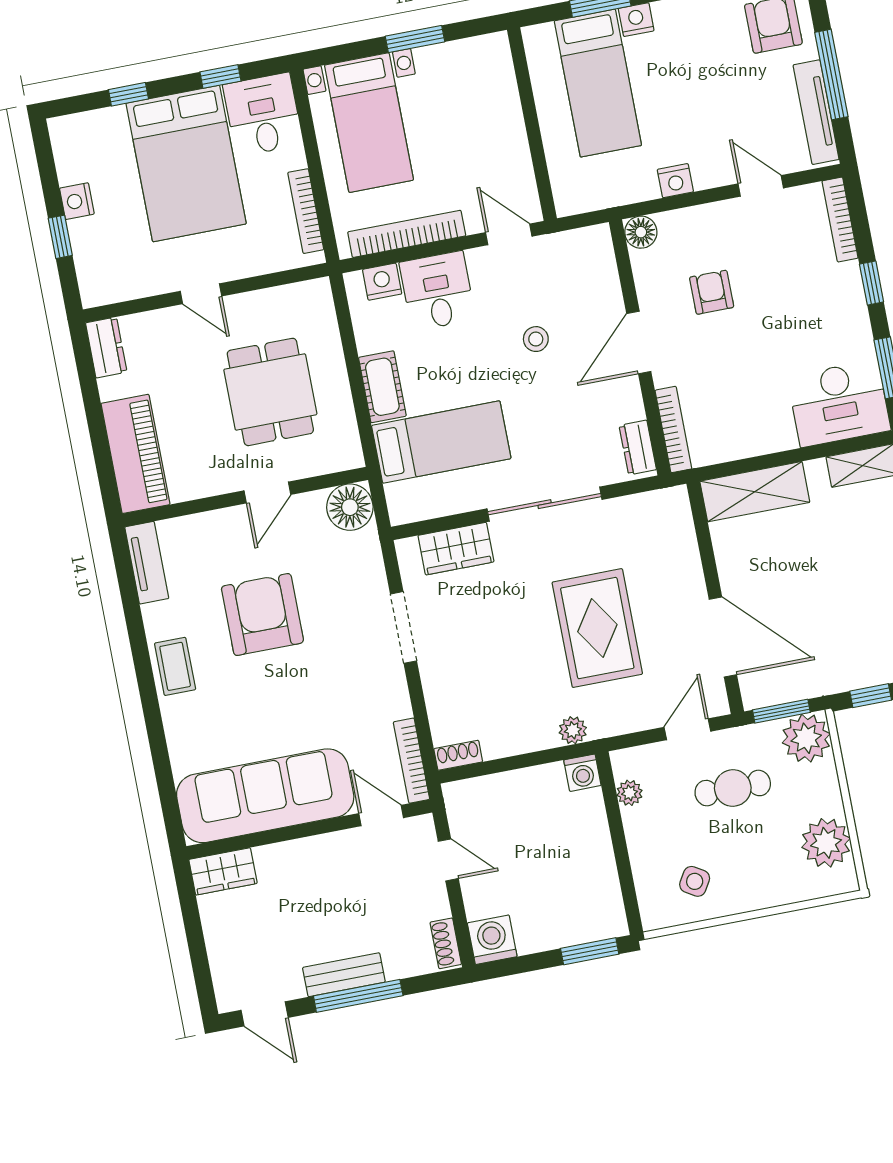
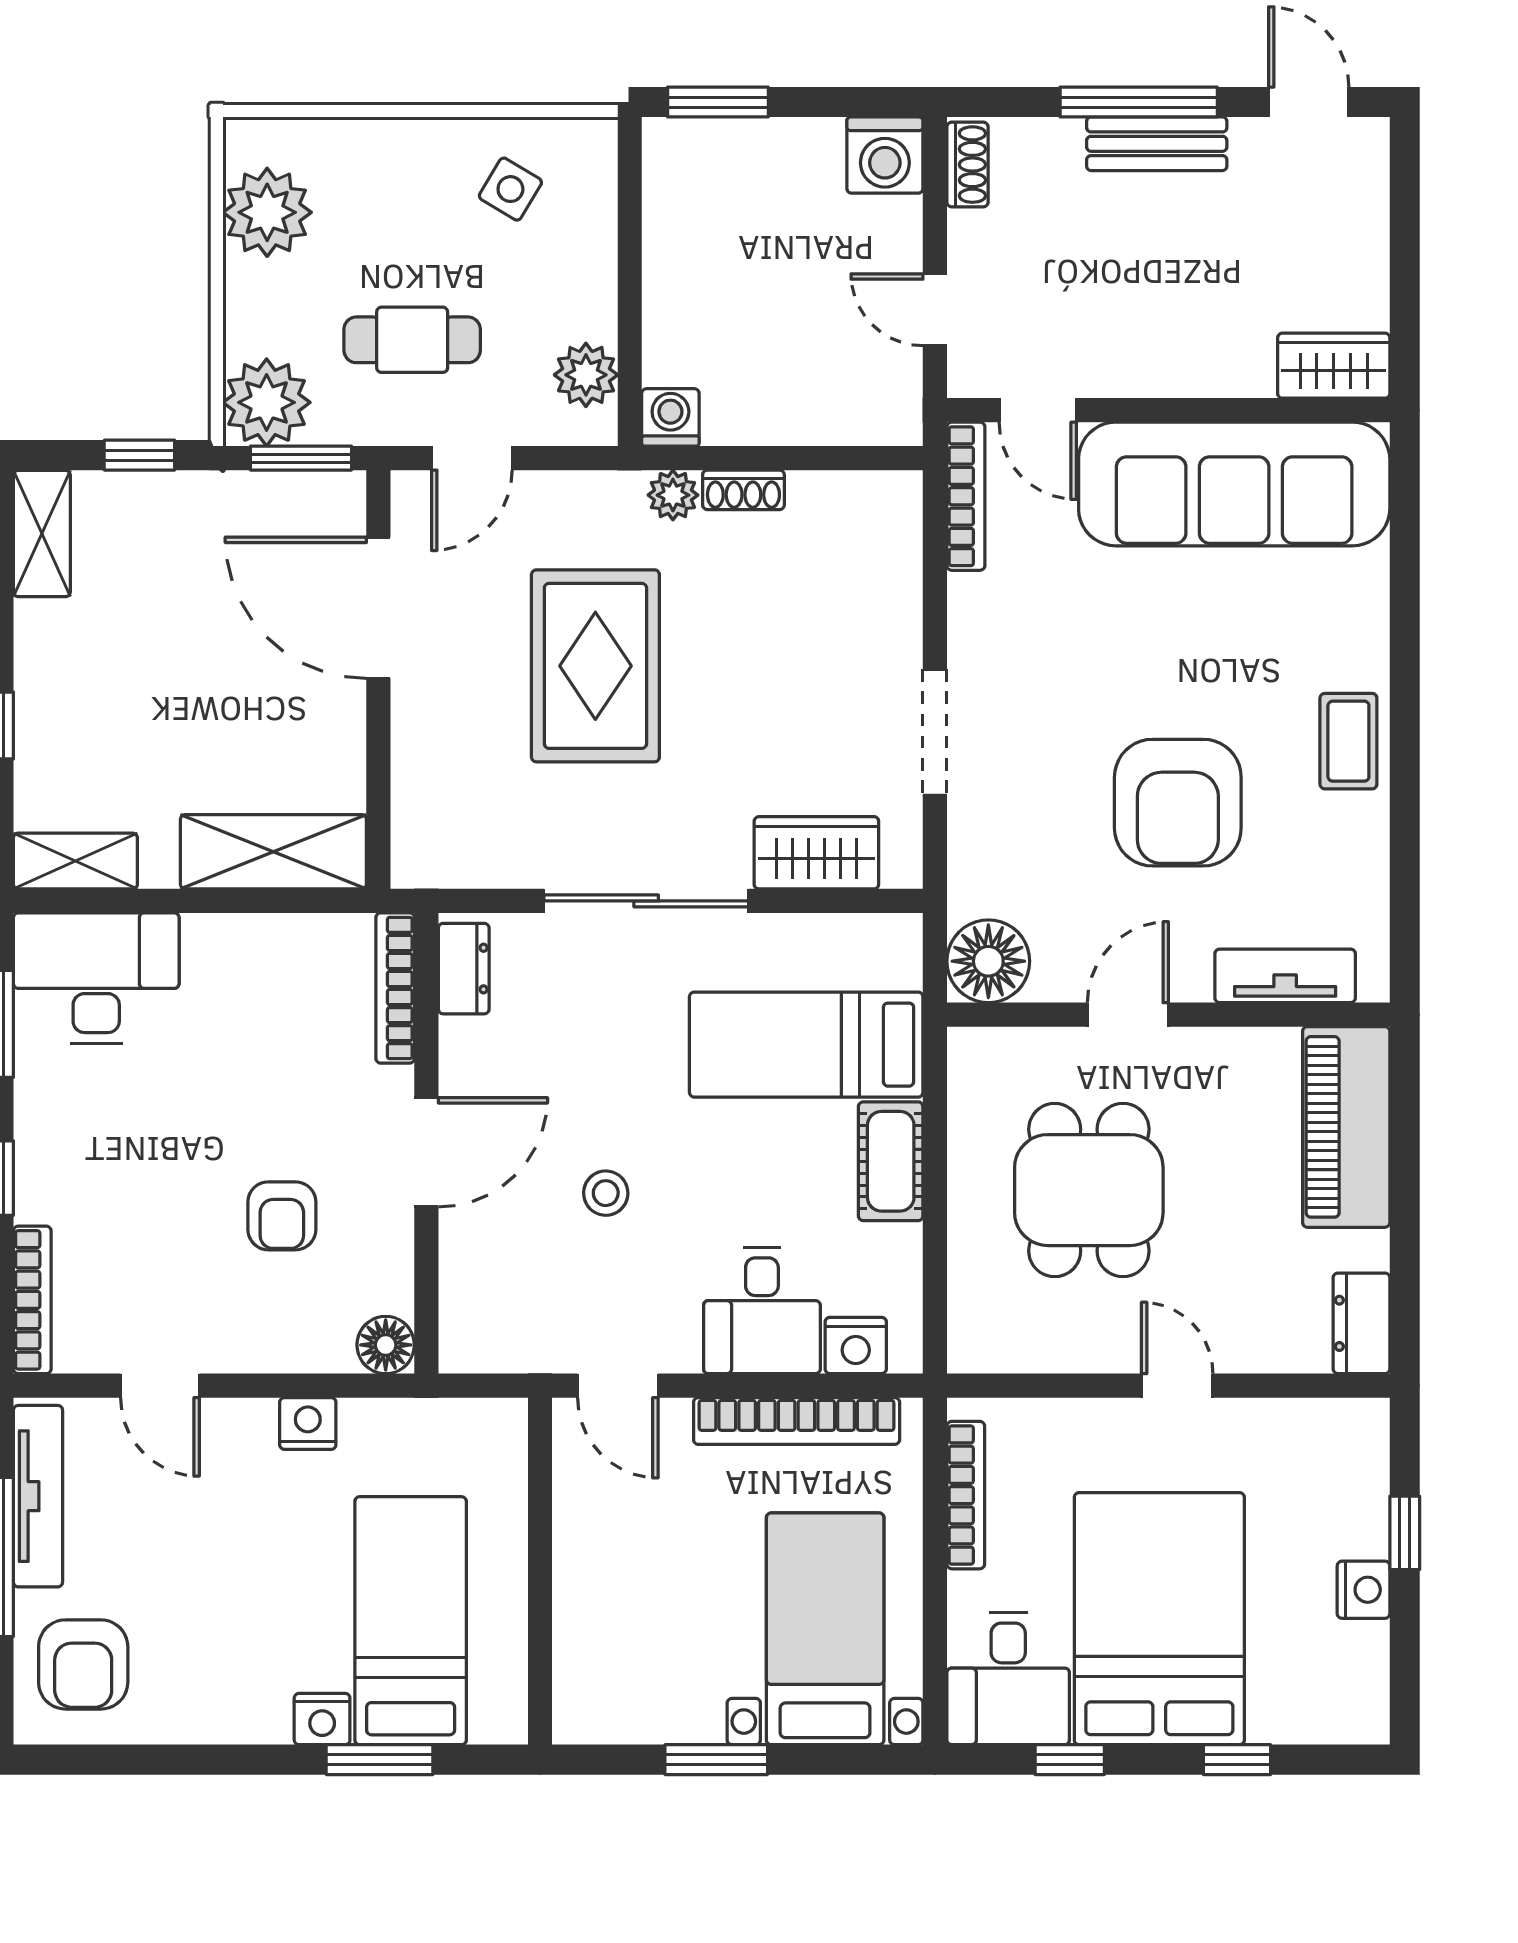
tv unit: (147, 563) -> (1285, 976), moved, turned 90
shoe rack: (458, 755) -> (743, 490), moved
plant: (630, 793) -> (586, 375), width x1.38, depth x1.38

